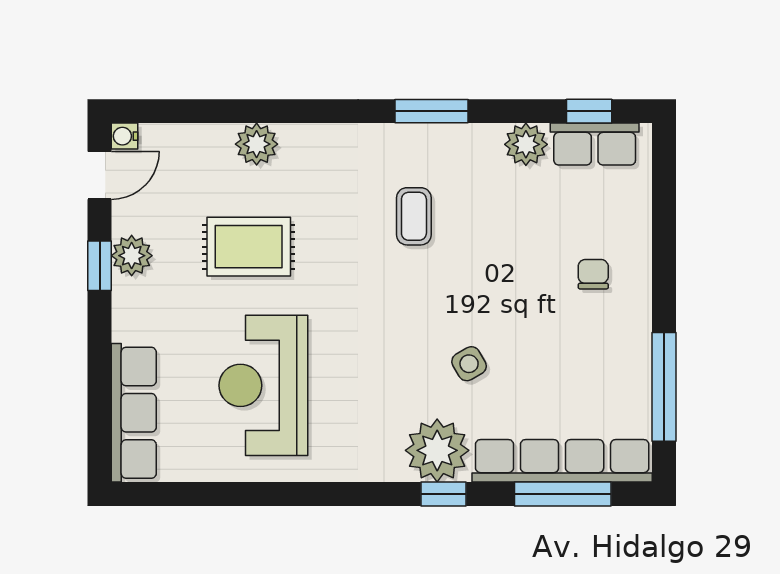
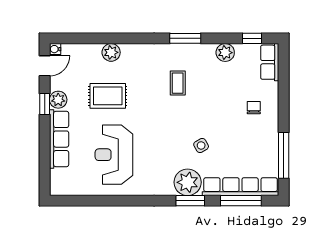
row of seats: (595, 144) -> (270, 62), moved, turned 90
row of seats: (134, 413) -> (59, 139), moved
window: (443, 494) -> (190, 201), width x1.50

